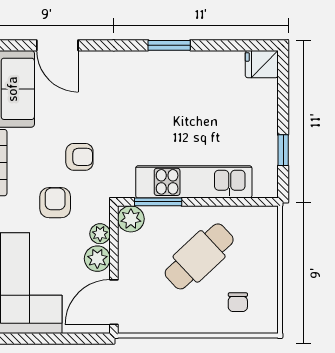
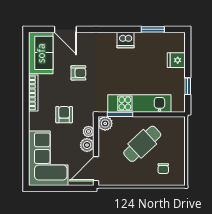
window: (169, 45) -> (153, 29), moved
fridge: (262, 64) -> (176, 60), moved
dishwasher: (168, 65) -> (125, 40), added
armchair: (79, 157) -> (78, 73), moved

